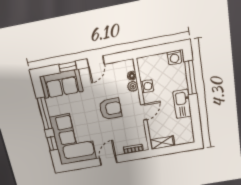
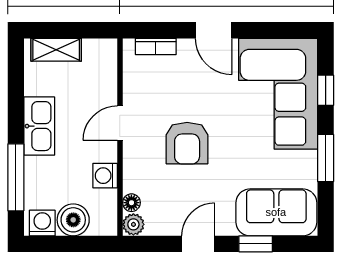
boiler: (159, 62) -> (73, 220), added
plant: (133, 86) -> (133, 224), moved
armchair: (111, 109) -> (187, 143), turned -90
window: (45, 113) -> (326, 158), width x0.69
shelving: (162, 143) -> (56, 50), moved
door: (108, 160) -> (214, 30), hinge flipped

